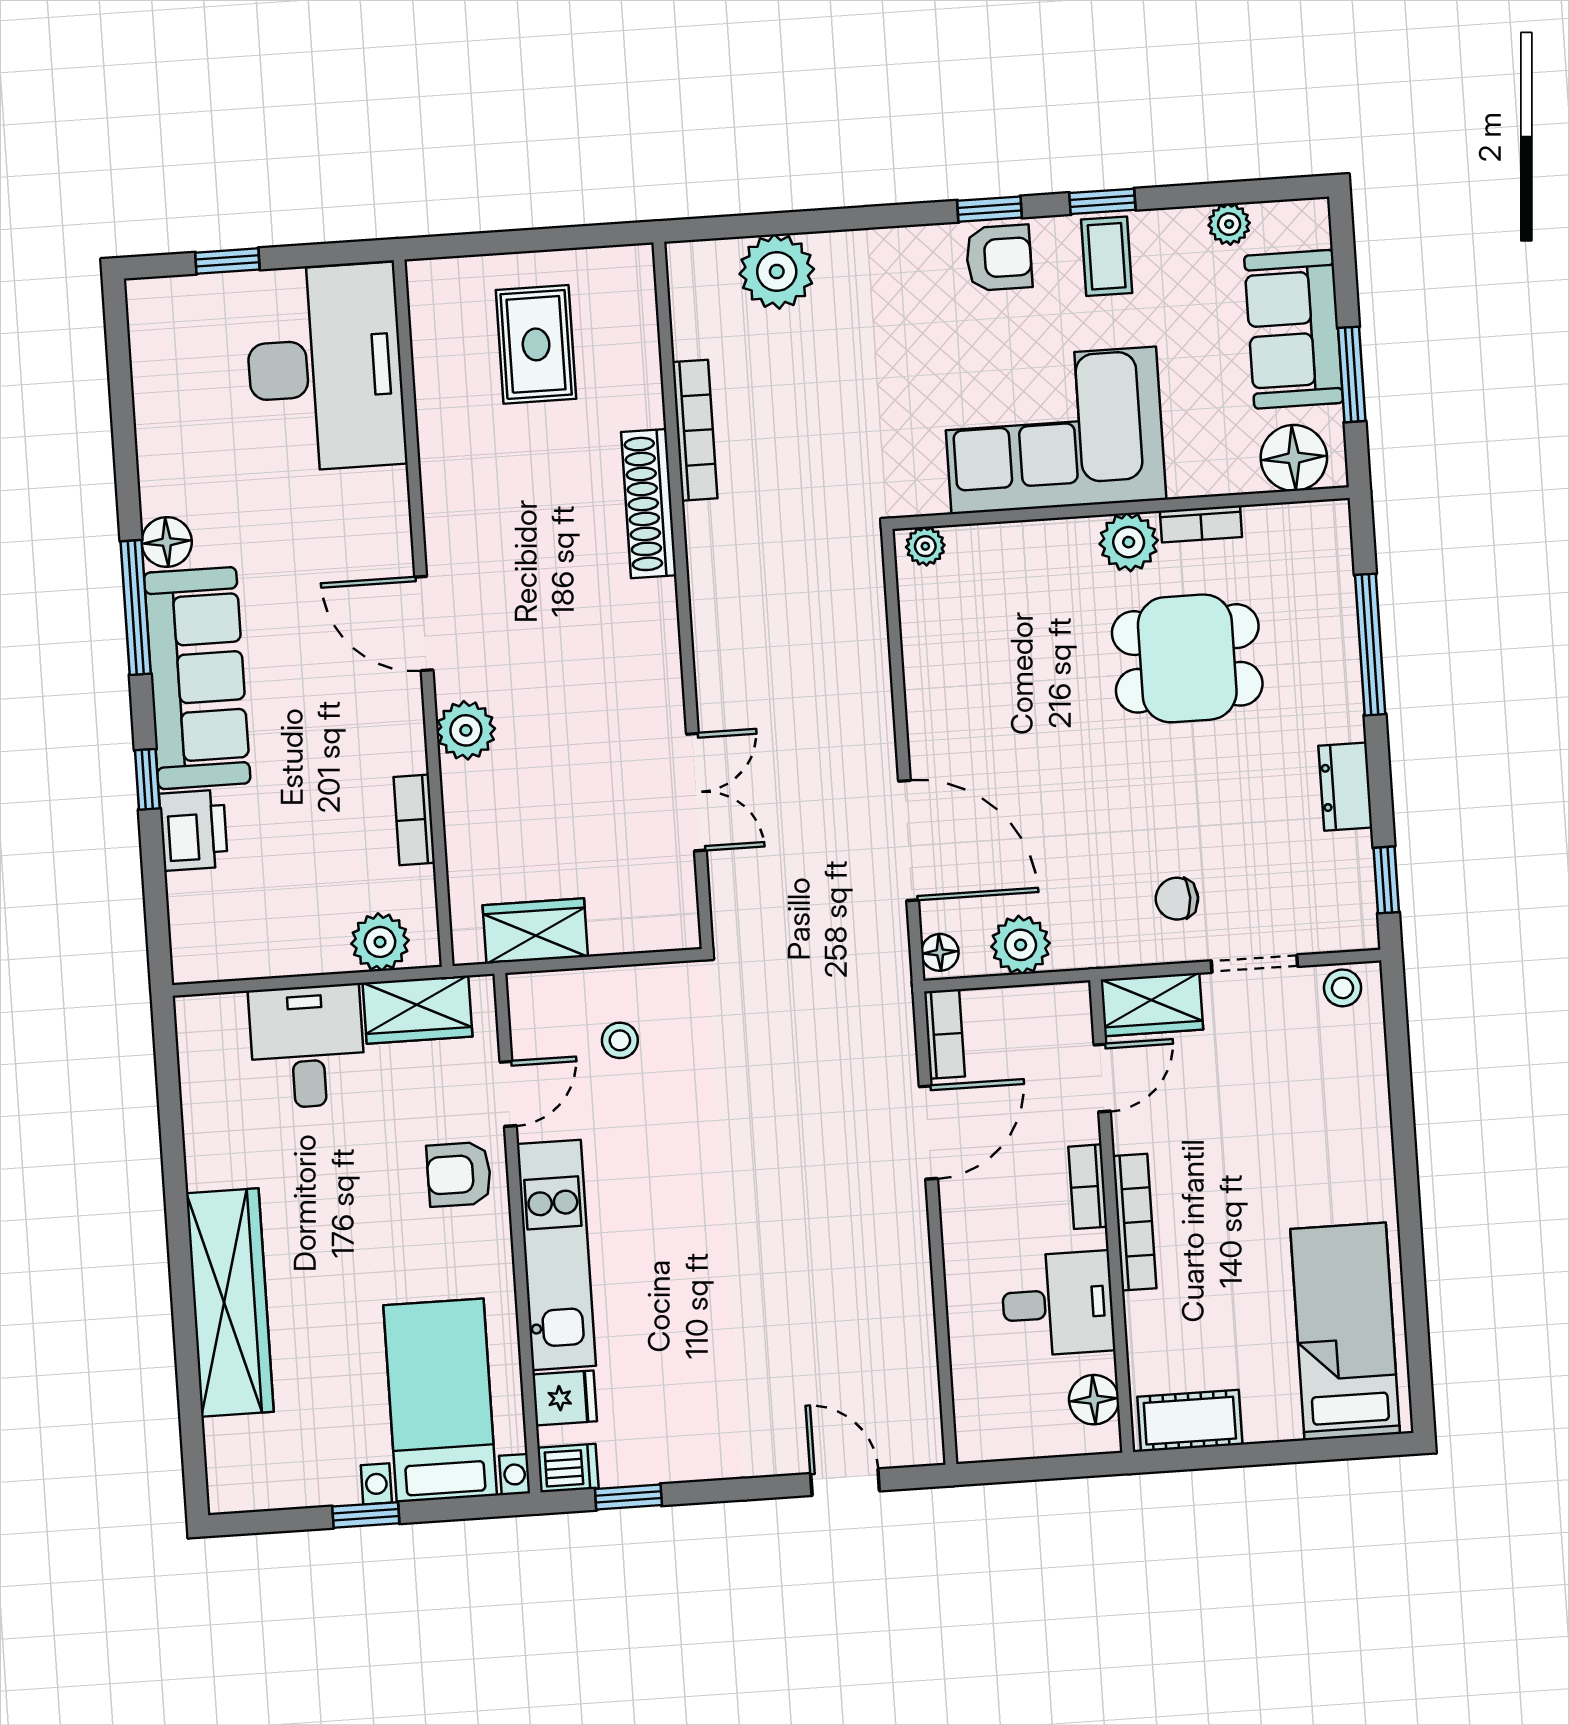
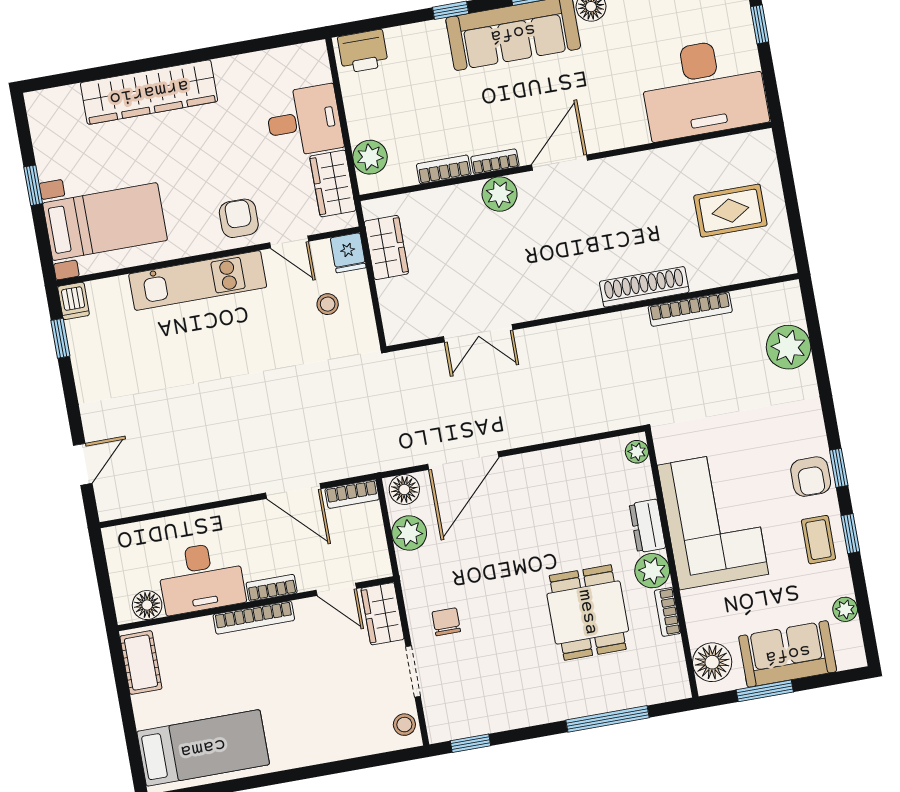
coffee table: (1107, 256) -> (818, 540), turned 90
bookcase: (410, 732) -> (495, 162), added
dresser: (1345, 787) -> (647, 526), moved, turned -90
printer: (193, 830) -> (363, 51), moved
floor lamp: (940, 952) -> (404, 489), width x1.37, depth x1.37
desk: (1058, 1304) -> (201, 578), width x1.37
fridge: (565, 1398) -> (348, 253), moved

